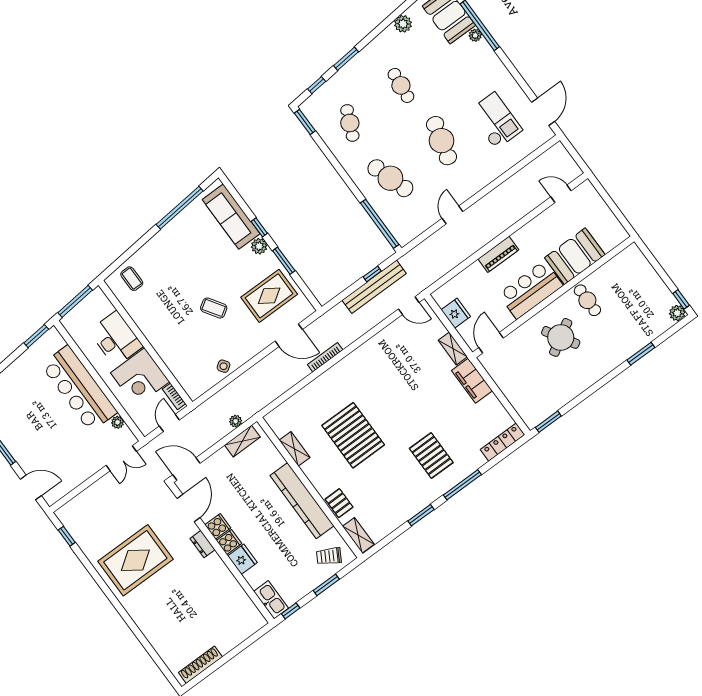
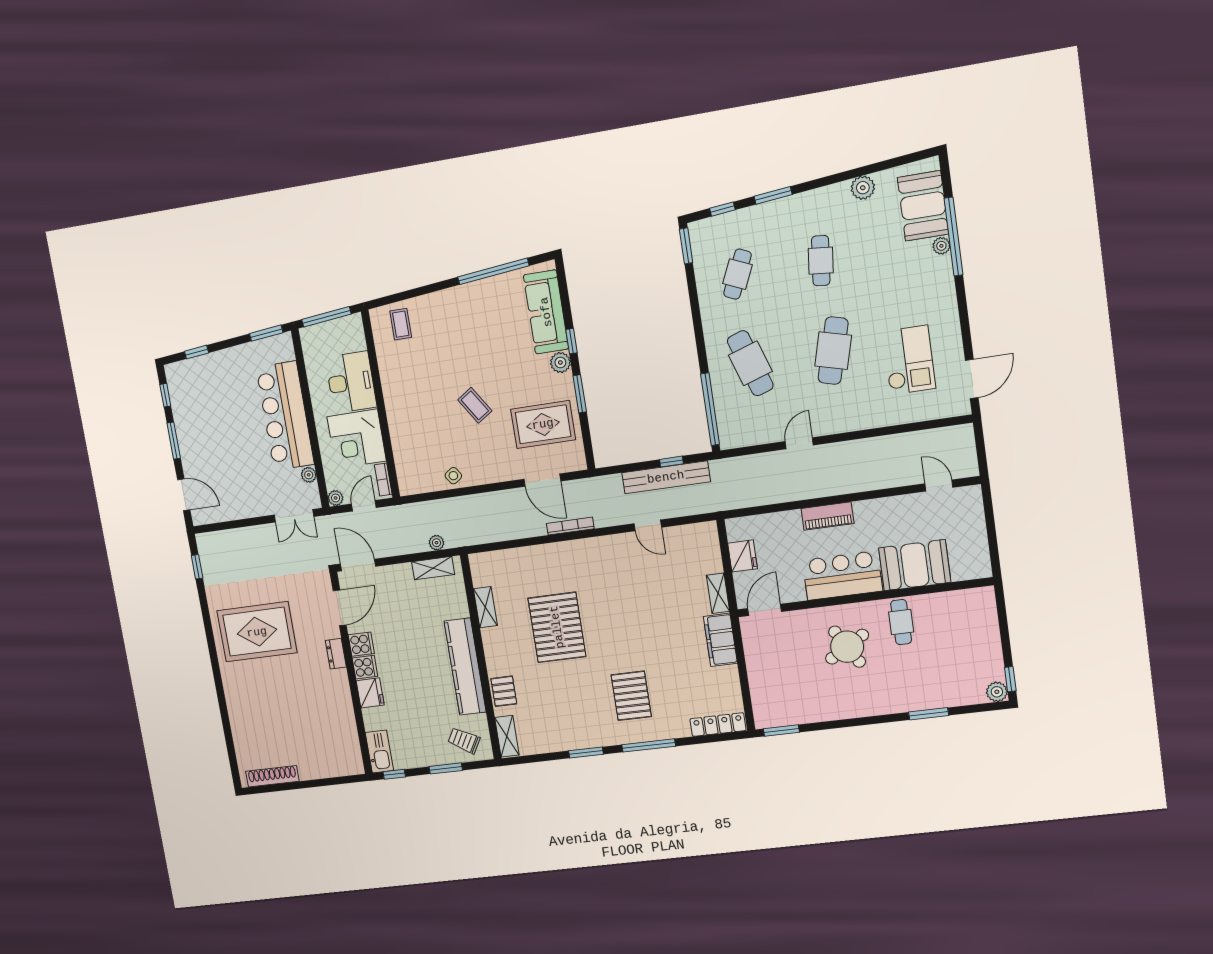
door: (409, 306) -> (648, 525), moved
plant: (146, 429) -> (336, 498), added

